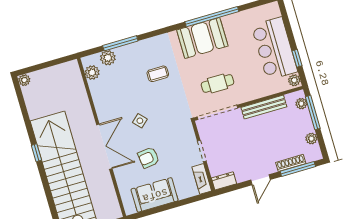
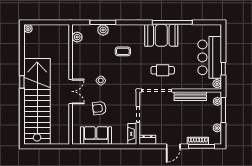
plant: (108, 58) -> (103, 30), moved
double door: (104, 147) -> (71, 91), width x0.73

